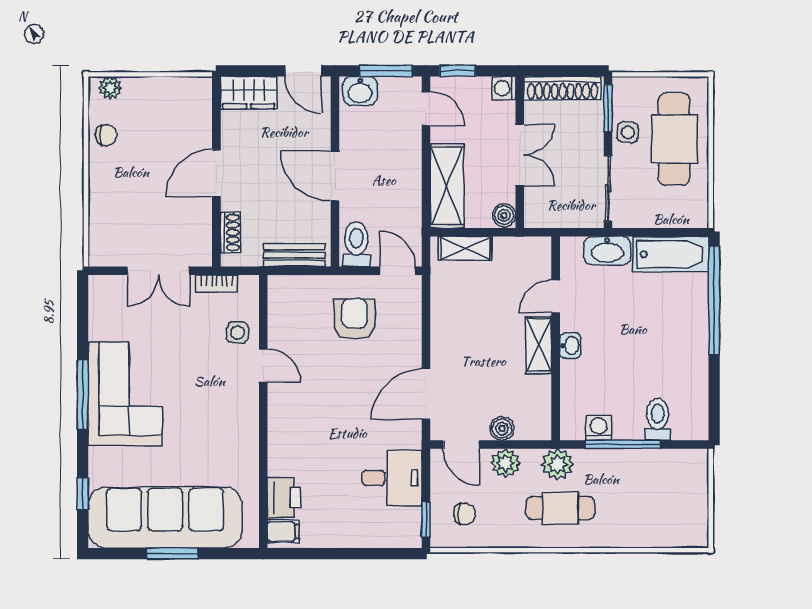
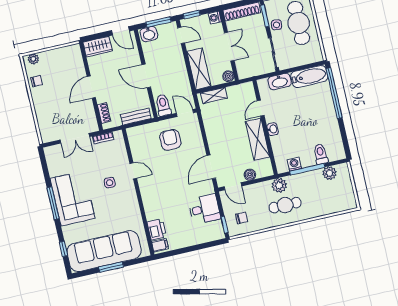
side table: (238, 333) -> (110, 183), moved
shelving: (539, 345) -> (257, 139), width x1.50, depth x1.33
plant: (505, 463) -> (330, 173), moved

